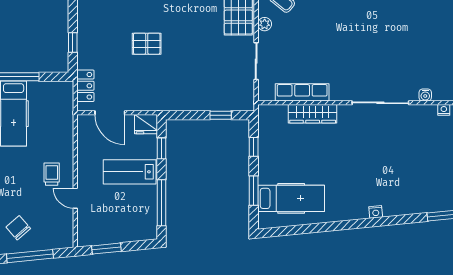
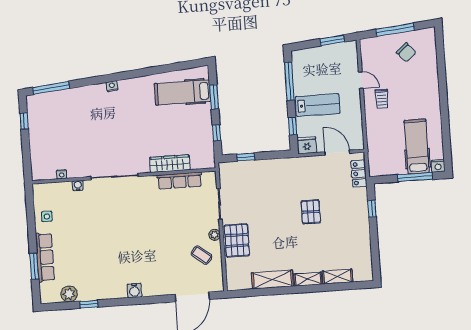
pallet: (147, 44) -> (311, 212), turned 90

